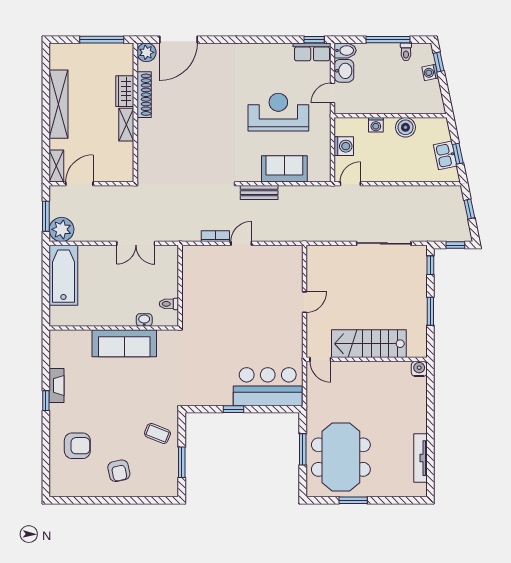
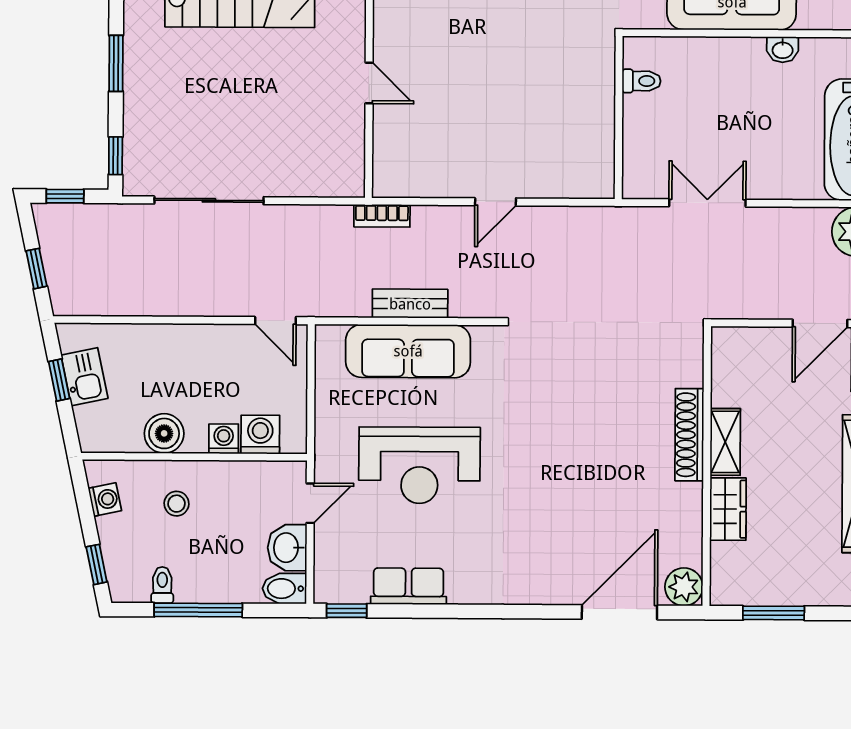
window: (102, 40) -> (774, 613), width x0.69
row of seats: (312, 52) -> (409, 586), moved
washing machine: (430, 72) -> (105, 499), moved
stool: (399, 92) -> (177, 504), added
shoe rack: (144, 95) -> (689, 435), moved
washing machine: (344, 146) -> (260, 434), moved, turned 90
sofa: (284, 169) -> (408, 351), width x1.36
door: (350, 184) -> (276, 321), hinge flipped
bench: (259, 193) -> (410, 304), moved
bookcase: (215, 236) -> (382, 216), moved
door: (304, 302) -> (369, 83), swing flipped
washbasin: (144, 320) -> (783, 50), moved

